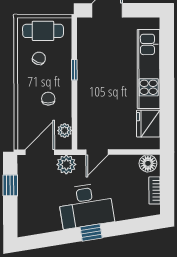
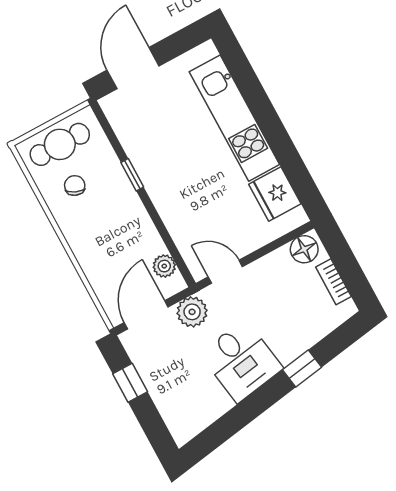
chair: (48, 99) -> (118, 234), removed
door: (97, 152) -> (225, 272), swing flipped
desk: (86, 206) -> (241, 361), width x0.73
window: (91, 233) -> (302, 368), moved

